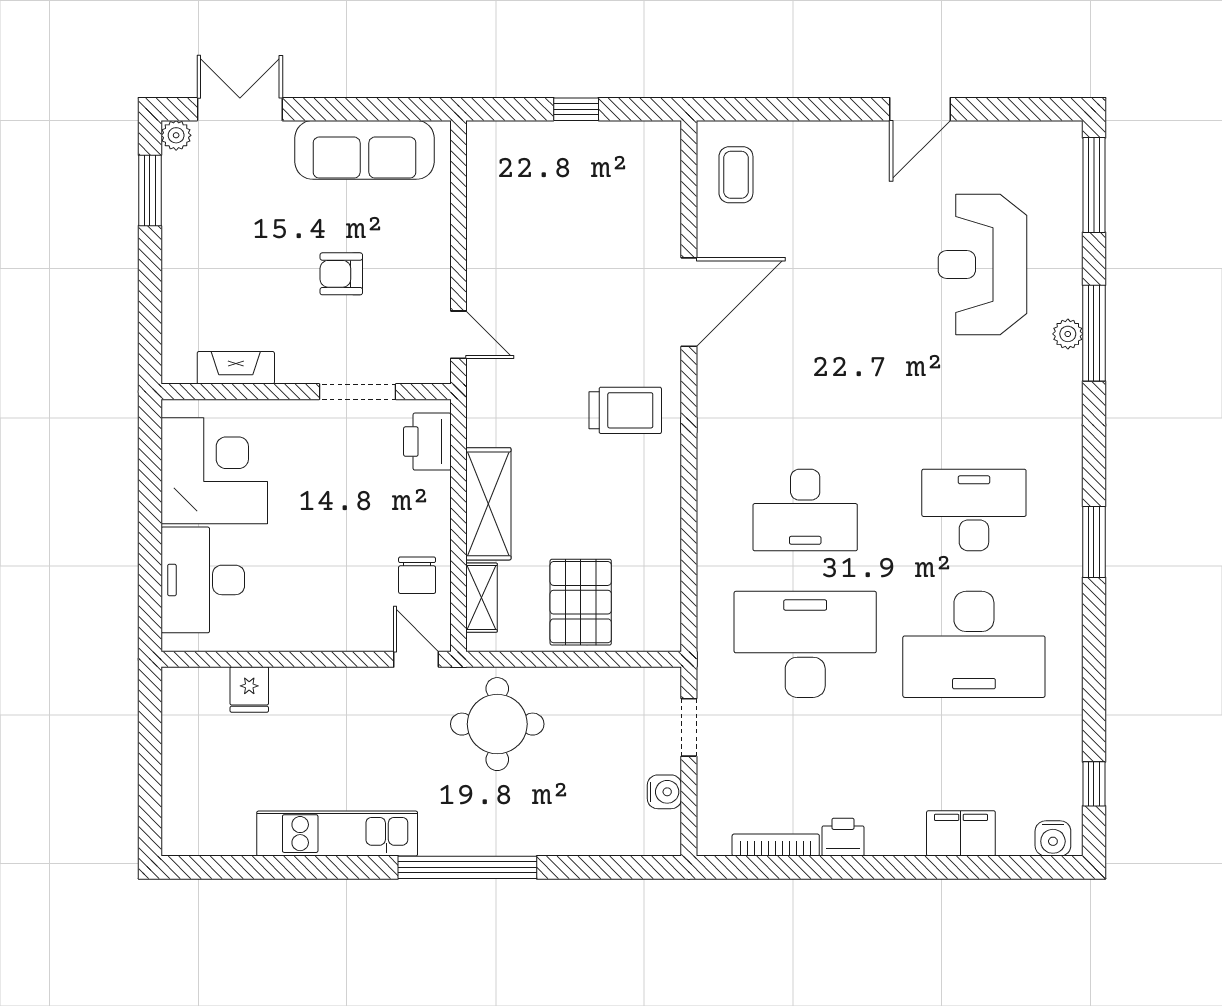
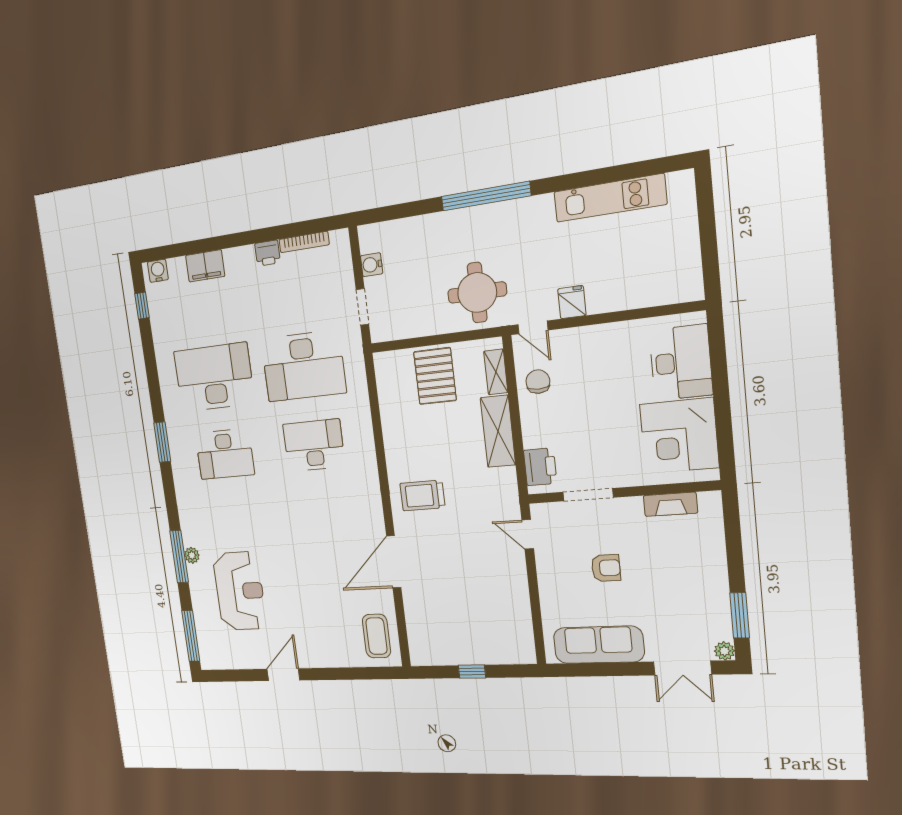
coffee table: (736, 175) -> (376, 636), width x1.36, depth x1.30
fridge: (249, 690) -> (572, 302), moved
kitchen unit: (337, 834) -> (610, 198), moved

